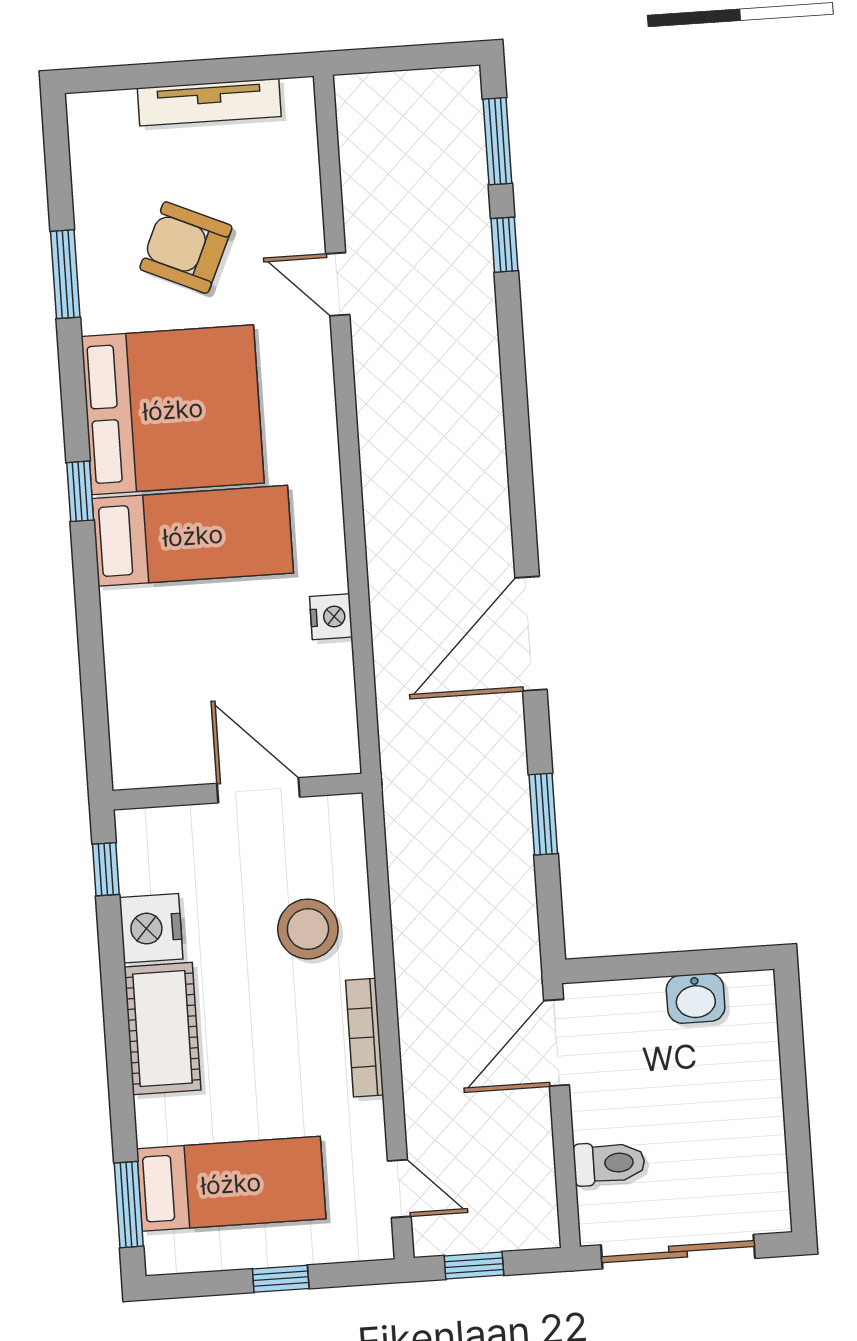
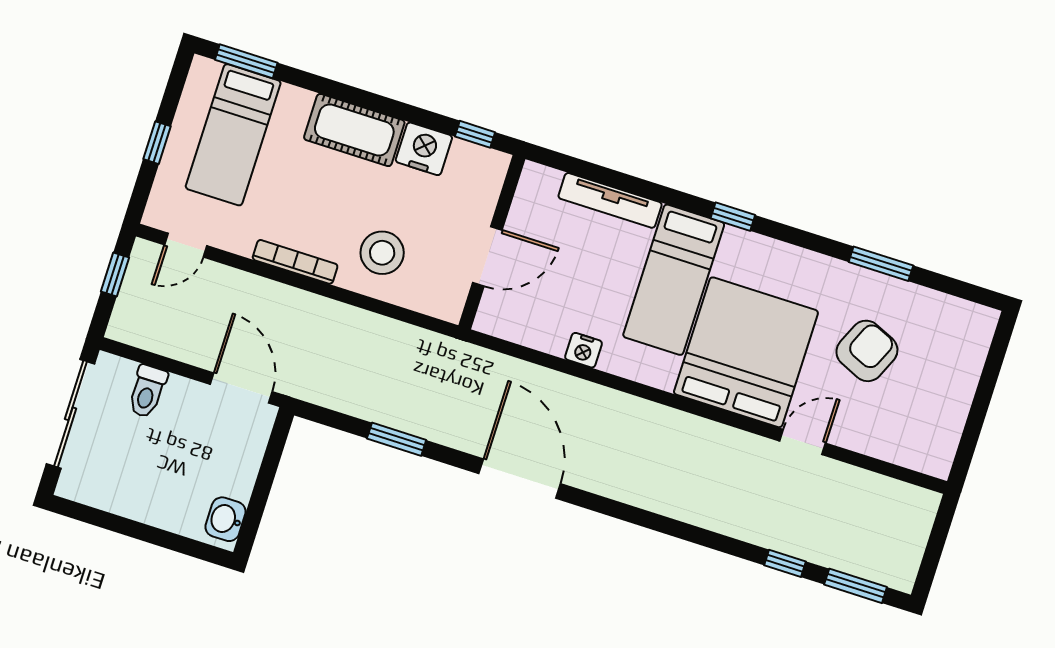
tv unit: (209, 102) -> (610, 200), moved, turned -90
bed: (173, 410) -> (746, 352), moved, turned 180
washbasin: (696, 998) -> (226, 519), moved

